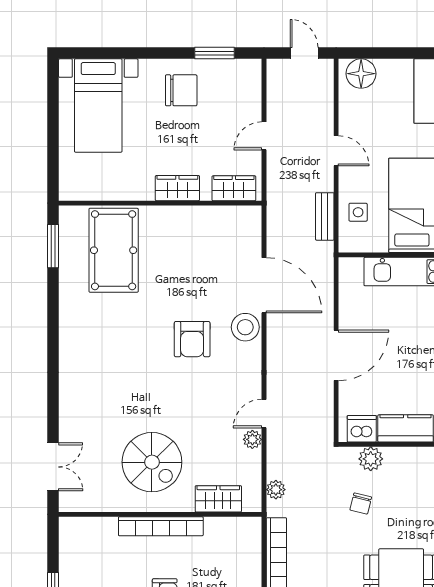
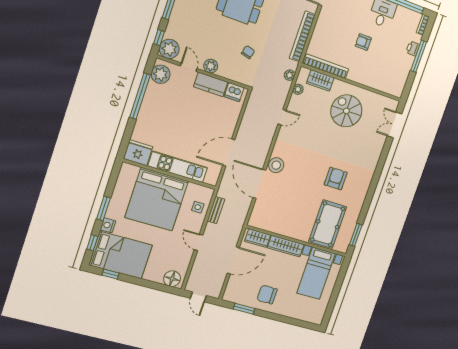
bed with nightstands: (98, 106) -> (316, 273), moved, turned 180
door: (264, 136) -> (233, 260), width x1.87
wardrobe: (177, 188) -> (286, 246), width x1.50
armchair: (192, 339) -> (336, 179), moved
door: (336, 355) -> (229, 153), moved
plant: (252, 439) -> (298, 89), moved
plant: (371, 459) -> (211, 66), moved
bookcase: (161, 526) -> (326, 66), moved

